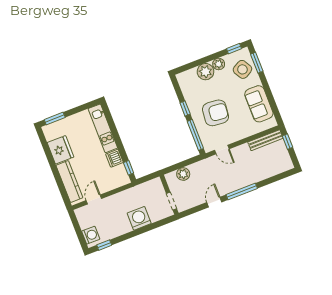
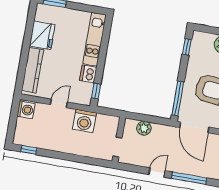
window: (185, 108) -> (187, 47), moved
door: (222, 150) -> (194, 127), width x1.87
door: (94, 199) -> (59, 103), moved
washing machine: (139, 218) -> (84, 121), moved, turned 180
washing machine: (91, 235) -> (26, 110), moved

